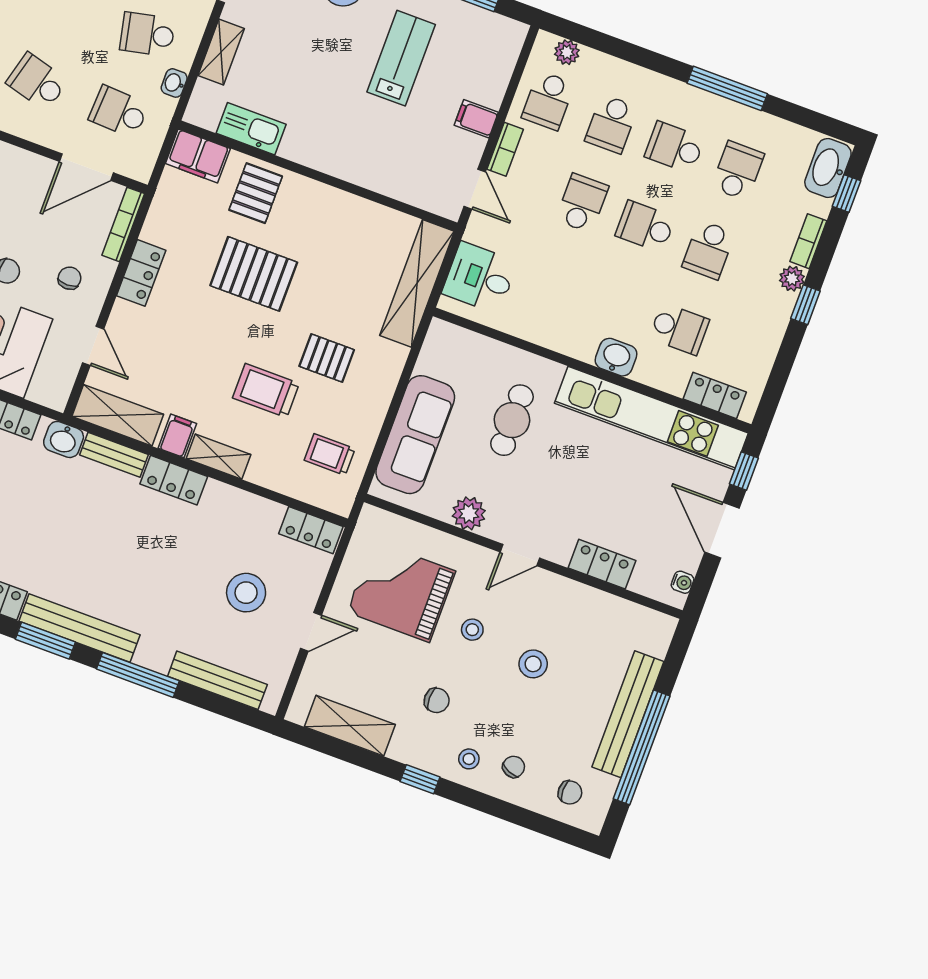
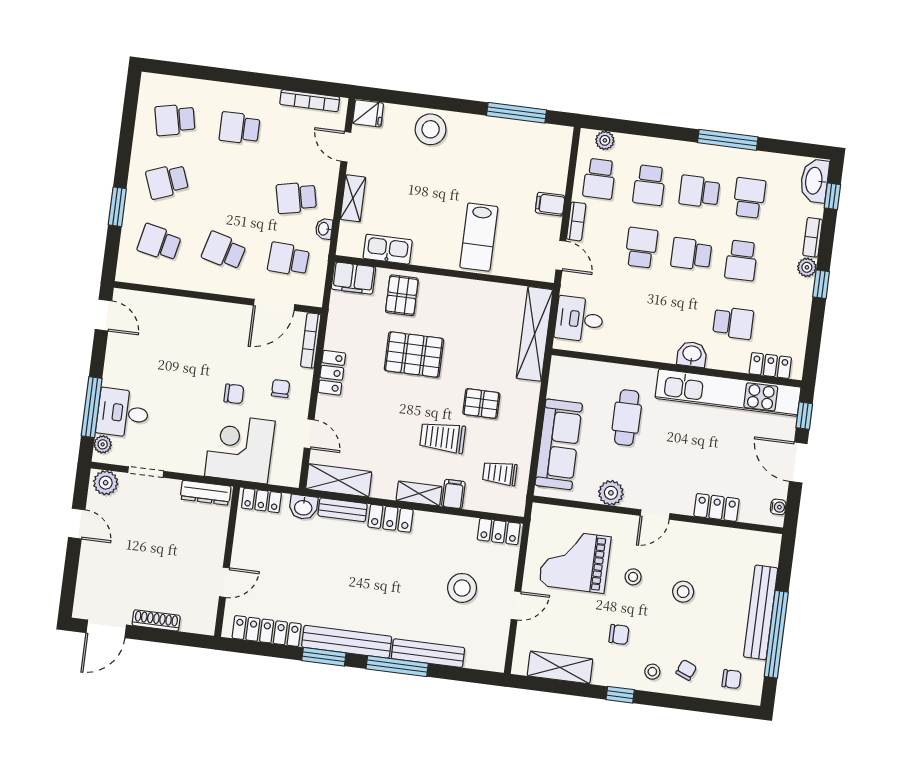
lab bench: (401, 58) -> (479, 237), moved, turned 180
filing cabinet: (177, 436) -> (453, 494), moved
bench: (217, 680) -> (428, 653), moved

